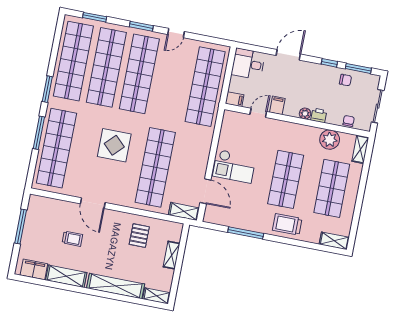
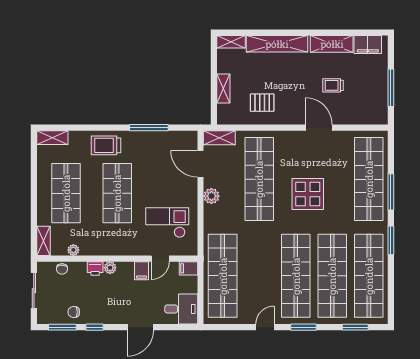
plant: (330, 140) -> (73, 250), width x0.53, depth x0.53
plant: (201, 160) -> (211, 196), added
checkout: (234, 166) -> (167, 223), moved
trolley: (287, 224) -> (106, 145), turned 180
pallet: (139, 236) -> (262, 103), turned 90

